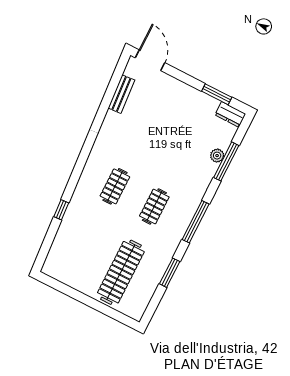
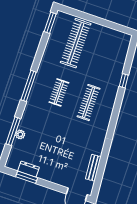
dresser: (230, 114) -> (28, 169), moved
clothes rail: (115, 186) -> (89, 103), width x1.36
window: (170, 273) -> (50, 23), moved

